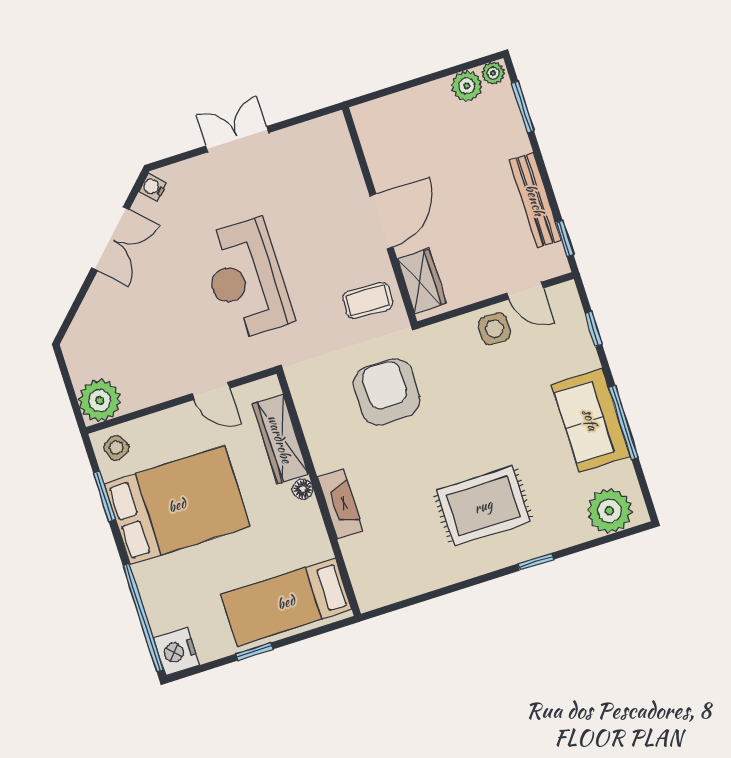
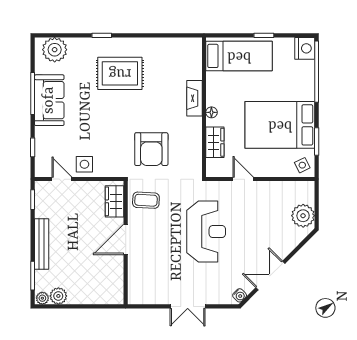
bench: (535, 200) -> (42, 244), moved
plant: (100, 400) -> (303, 216), moved
wardrobe: (280, 439) -> (215, 142), width x0.67

